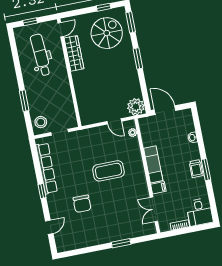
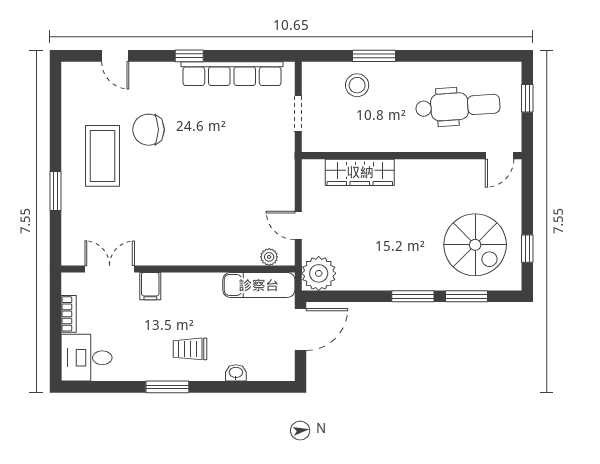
window: (131, 22) -> (467, 296), moved
door: (61, 30) -> (500, 156), hinge flipped
wardrobe: (74, 53) -> (360, 172), moved
door: (114, 121) -> (298, 225), hinge flipped
stool: (41, 122) -> (357, 85), moved
exam couch: (153, 164) -> (259, 285), moved
trolley: (196, 169) -> (190, 349), moved
coffee table: (108, 171) -> (102, 156), moved

